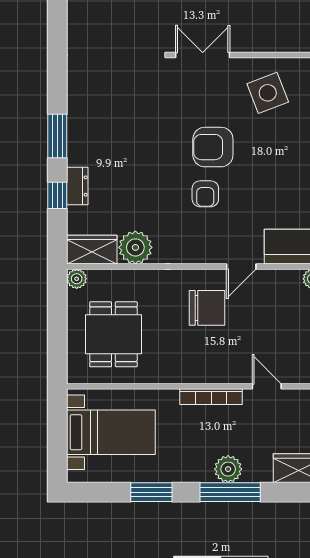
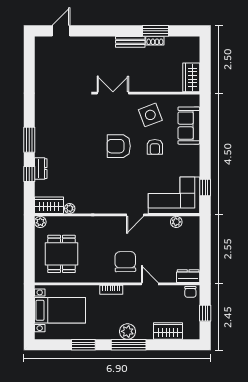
armchair: (205, 194) -> (155, 147), moved
plant: (135, 247) -> (70, 208), width x0.53, depth x0.53
chair: (207, 308) -> (125, 262), moved, turned -91
bookcase: (211, 397) -> (111, 290), width x0.64

